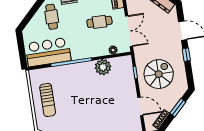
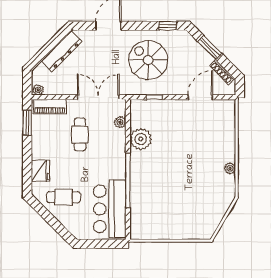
window: (186, 55) -> (168, 26), moved
spiral stairs: (159, 74) -> (148, 60), moved
sun lounger: (48, 100) -> (173, 219), removed

